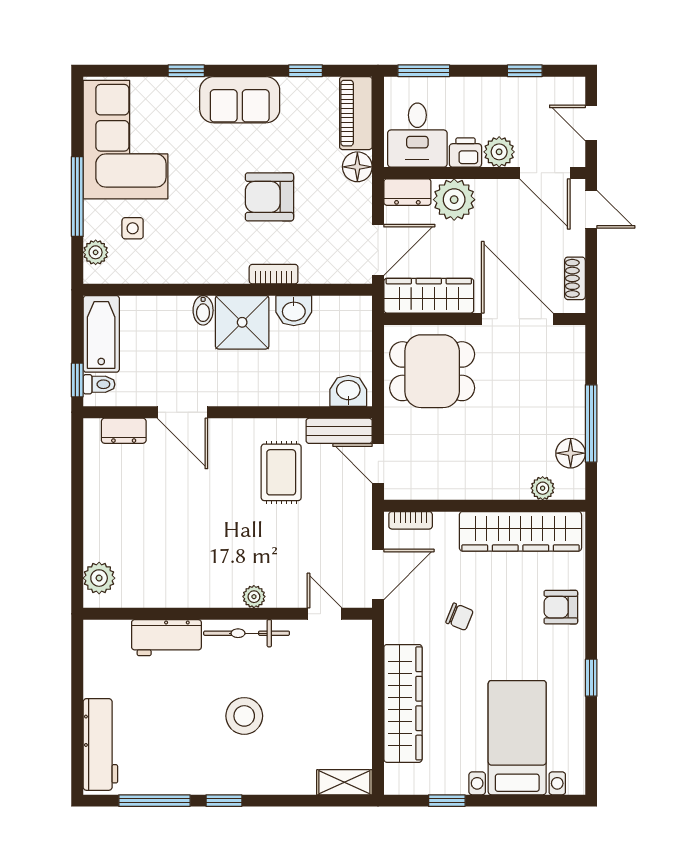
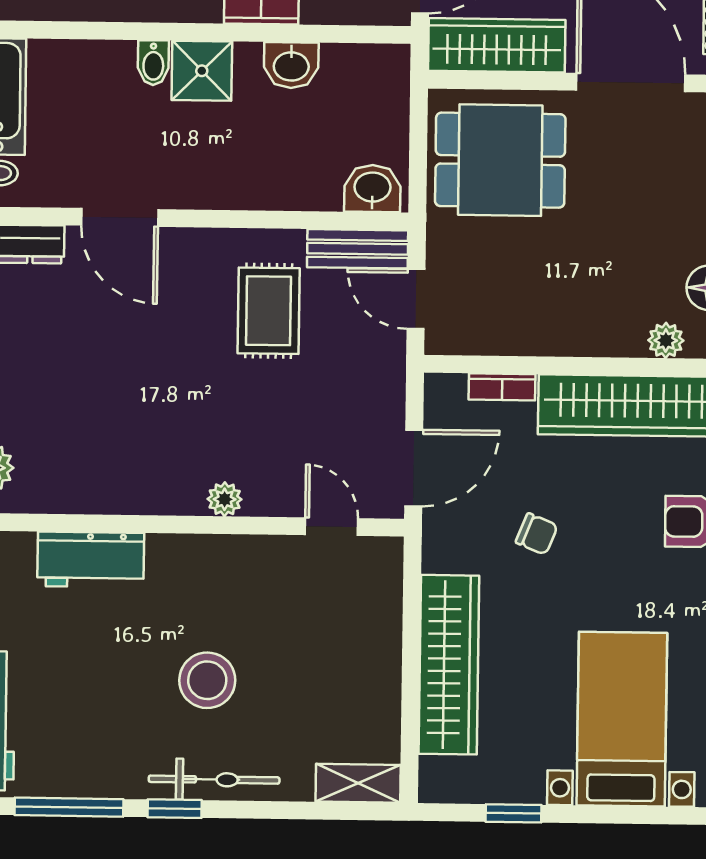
shower: (242, 322) -> (202, 71), width x0.73, depth x0.73
bookcase: (411, 520) -> (502, 387), moved
bicycle: (247, 633) -> (214, 780), moved, turned 180

